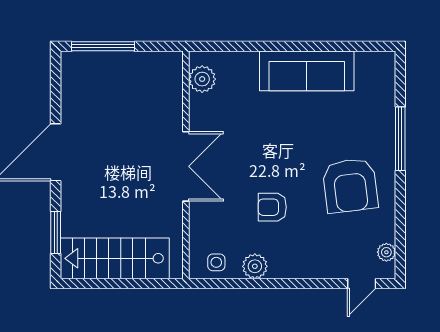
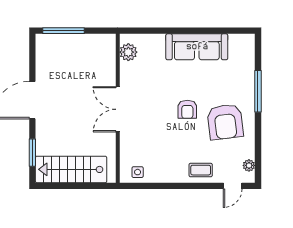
double door: (186, 166) -> (118, 109), swing flipped
armchair: (272, 207) -> (187, 109), moved, turned -90
coffee table: (313, 259) -> (201, 170), added
plant: (255, 266) -> (163, 175), removed

